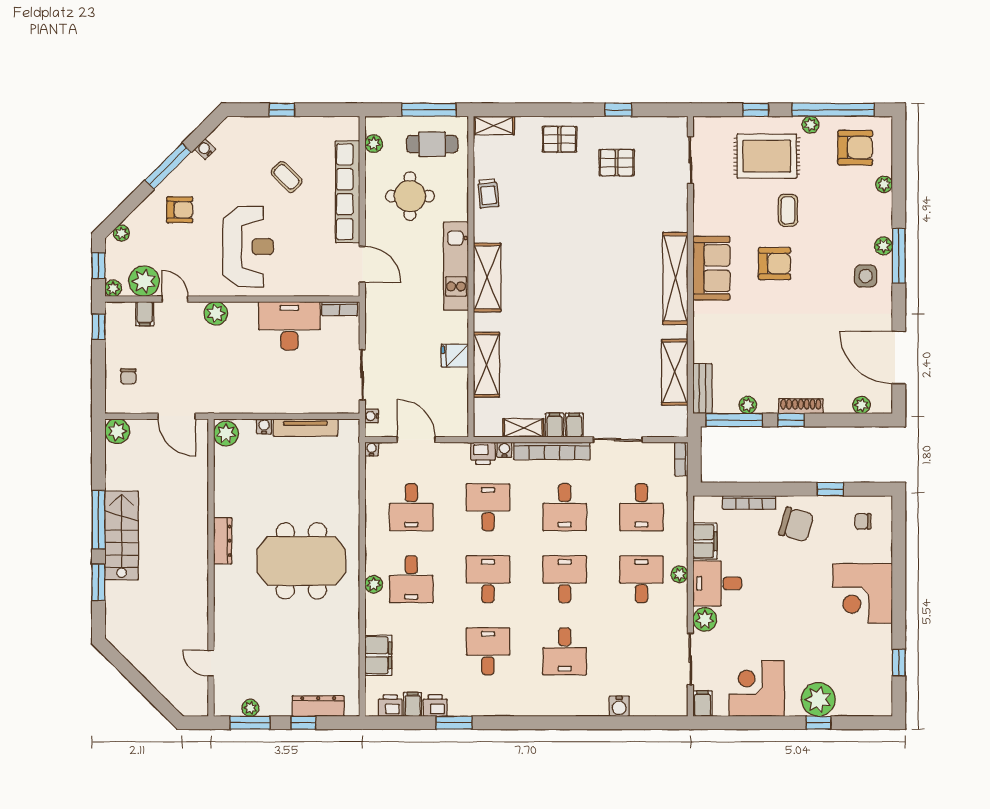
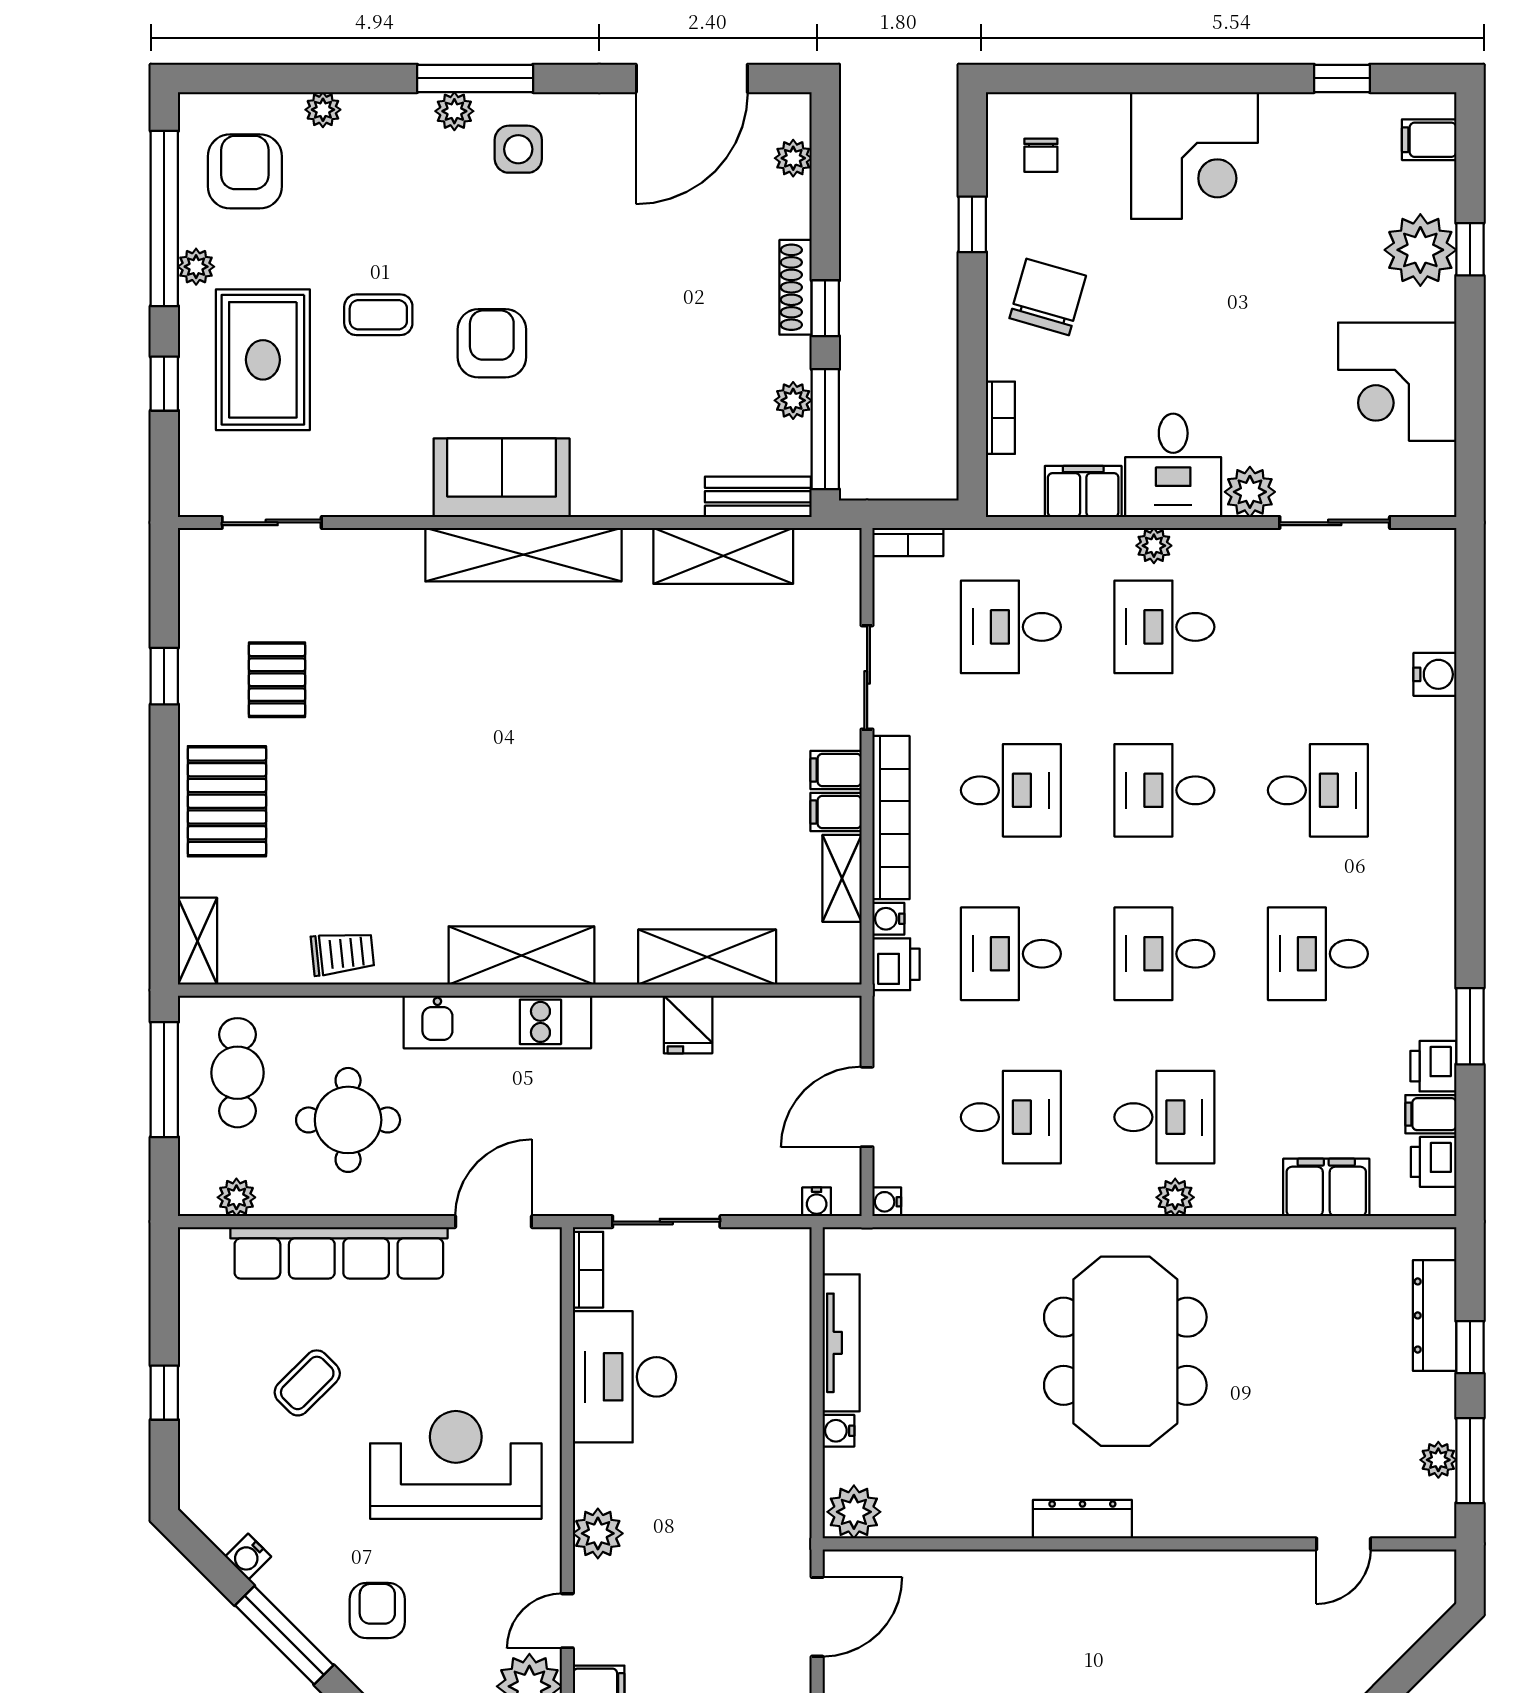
pallet: (560, 139) -> (227, 801), width x1.50, depth x1.42
sliding door: (362, 375) -> (666, 1222), moved
bookcase: (749, 502) -> (1000, 418), width x0.64
desk: (641, 507) -> (1011, 627), turned 180
filing cabinet: (703, 704) -> (1429, 140), moved

